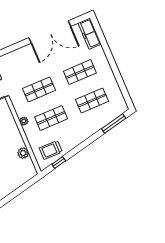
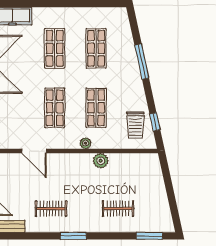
window: (114, 123) -> (142, 62), moved
plant: (23, 153) -> (101, 161), moved

